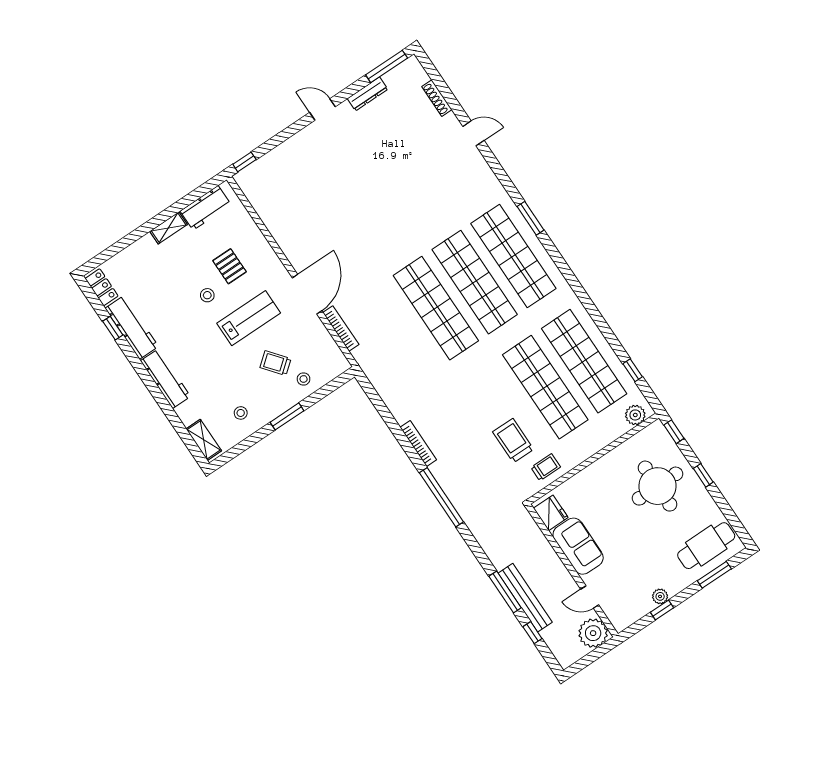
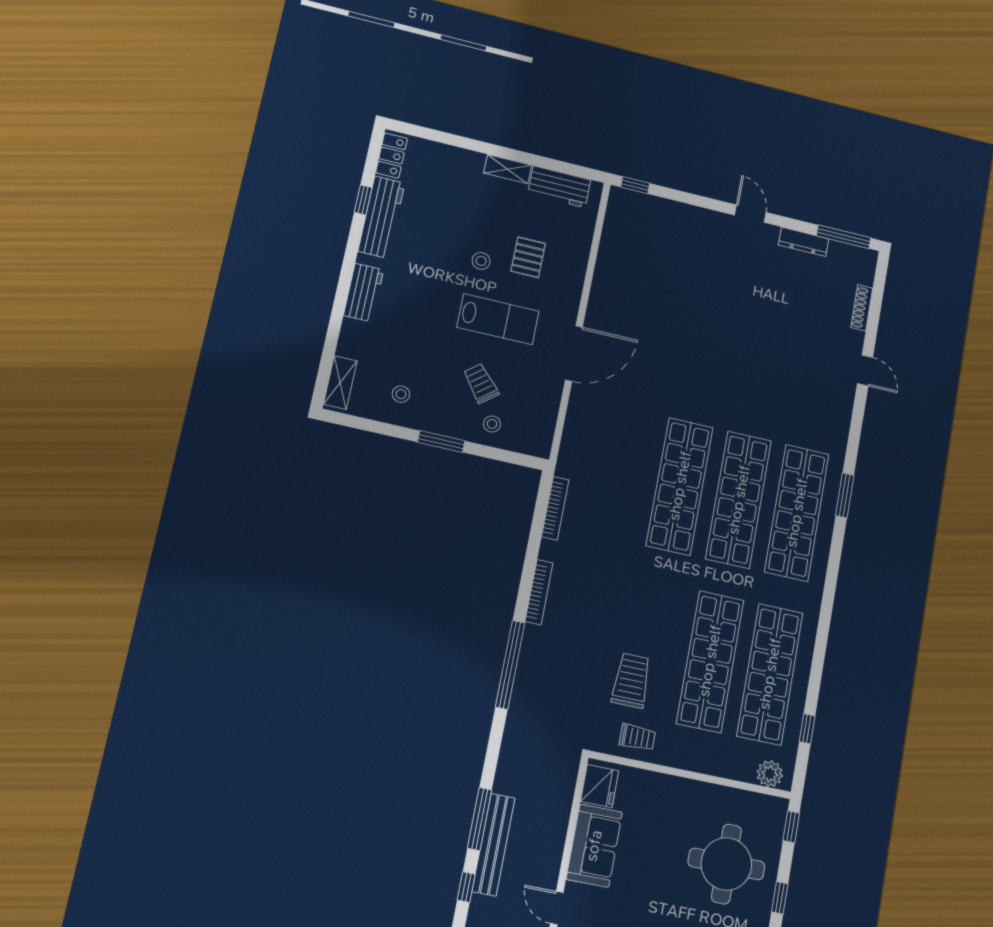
bookcase: (341, 328) -> (555, 508), moved
workbench: (165, 379) -> (364, 293), width x0.73

